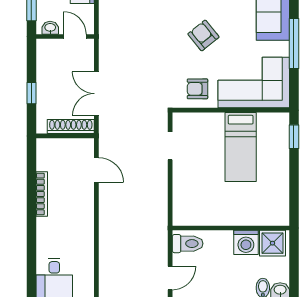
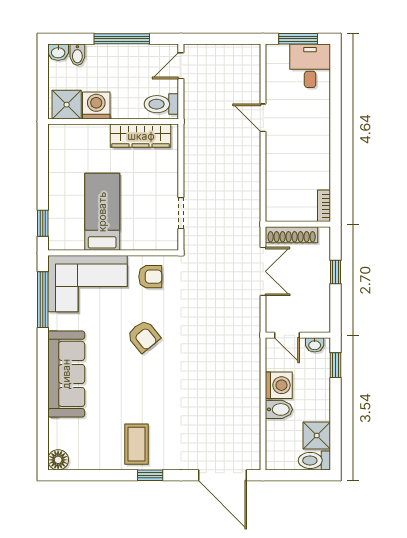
window: (294, 44) -> (43, 300), moved
door: (96, 170) -> (263, 118), moved
bookcase: (42, 194) -> (324, 206), moved, width x0.64
wardrobe: (206, 215) -> (141, 136), added

